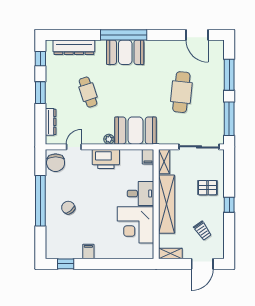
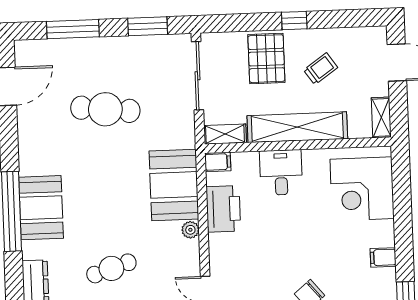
window: (229, 119) -> (148, 26), width x0.69
printer: (106, 159) -> (223, 209), moved
pallet: (207, 188) -> (266, 59), width x1.50, depth x1.42
corner desk: (135, 225) -> (362, 189), moved, turned 90
trolley: (203, 231) -> (321, 69), moved

